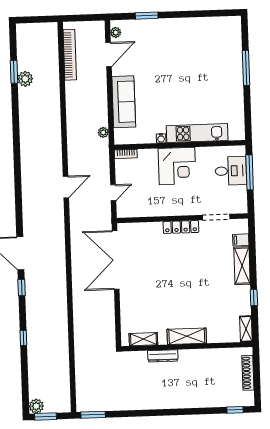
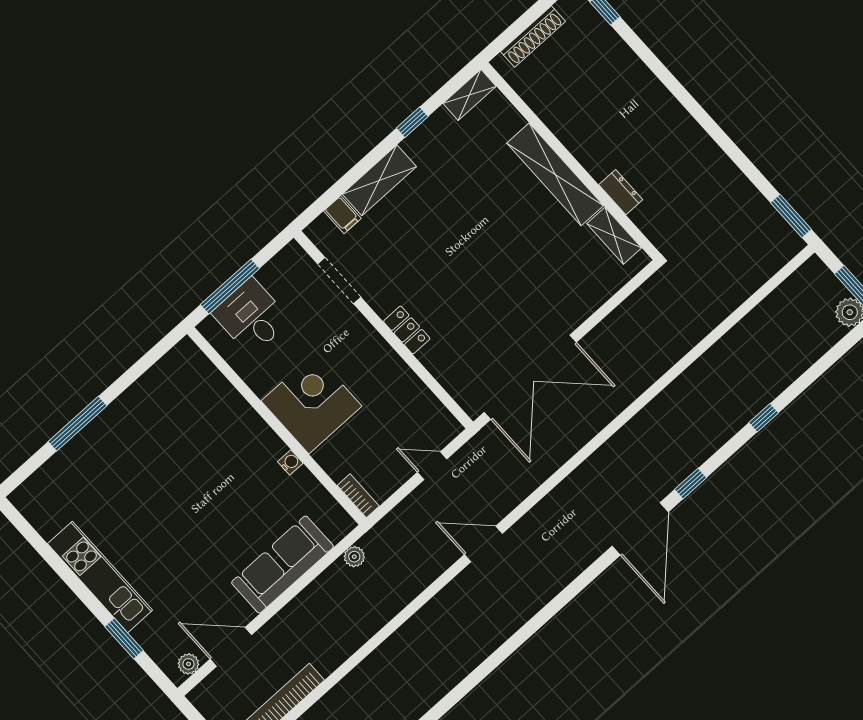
kitchen unit: (197, 133) -> (100, 577), moved, turned 180
locker: (181, 227) -> (407, 330), width x0.66
shelving: (187, 336) -> (555, 174), width x1.47
dresser: (163, 356) -> (621, 192), width x0.70

